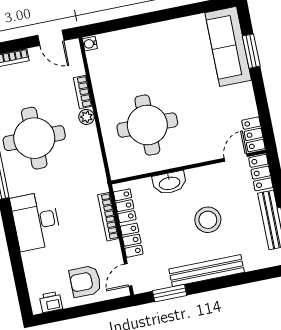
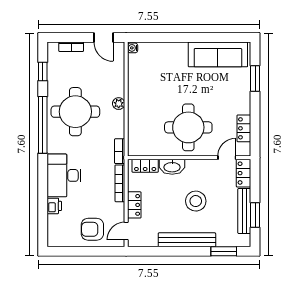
sofa: (228, 46) -> (218, 54), moved, turned -90
bookcase: (83, 92) -> (120, 151), moved
round table: (147, 125) -> (188, 127), moved
locker: (253, 134) -> (244, 128), moved
locker: (125, 206) -> (145, 166), moved, turned 90
window: (170, 293) -> (224, 251), moved
printer: (51, 302) -> (54, 206), moved, turned 90

